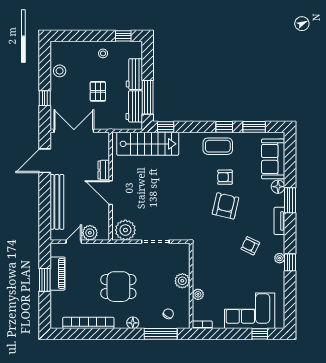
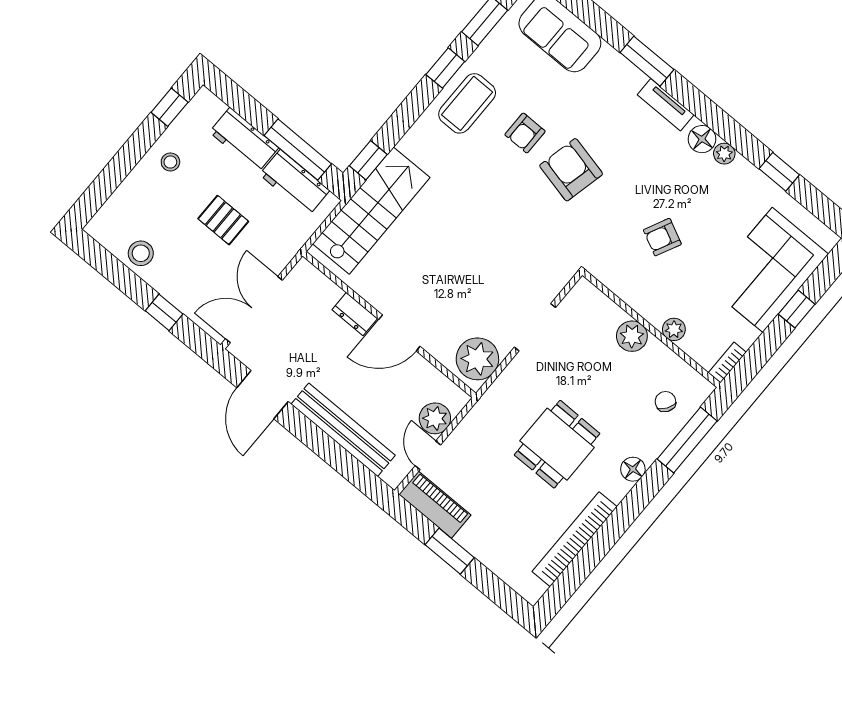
floor lamp: (278, 187) -> (702, 139), moved
armchair: (250, 246) -> (662, 237), moved
window: (290, 262) -> (779, 172), moved
piano: (57, 274) -> (435, 505), moved
window: (260, 334) -> (797, 309), moved

